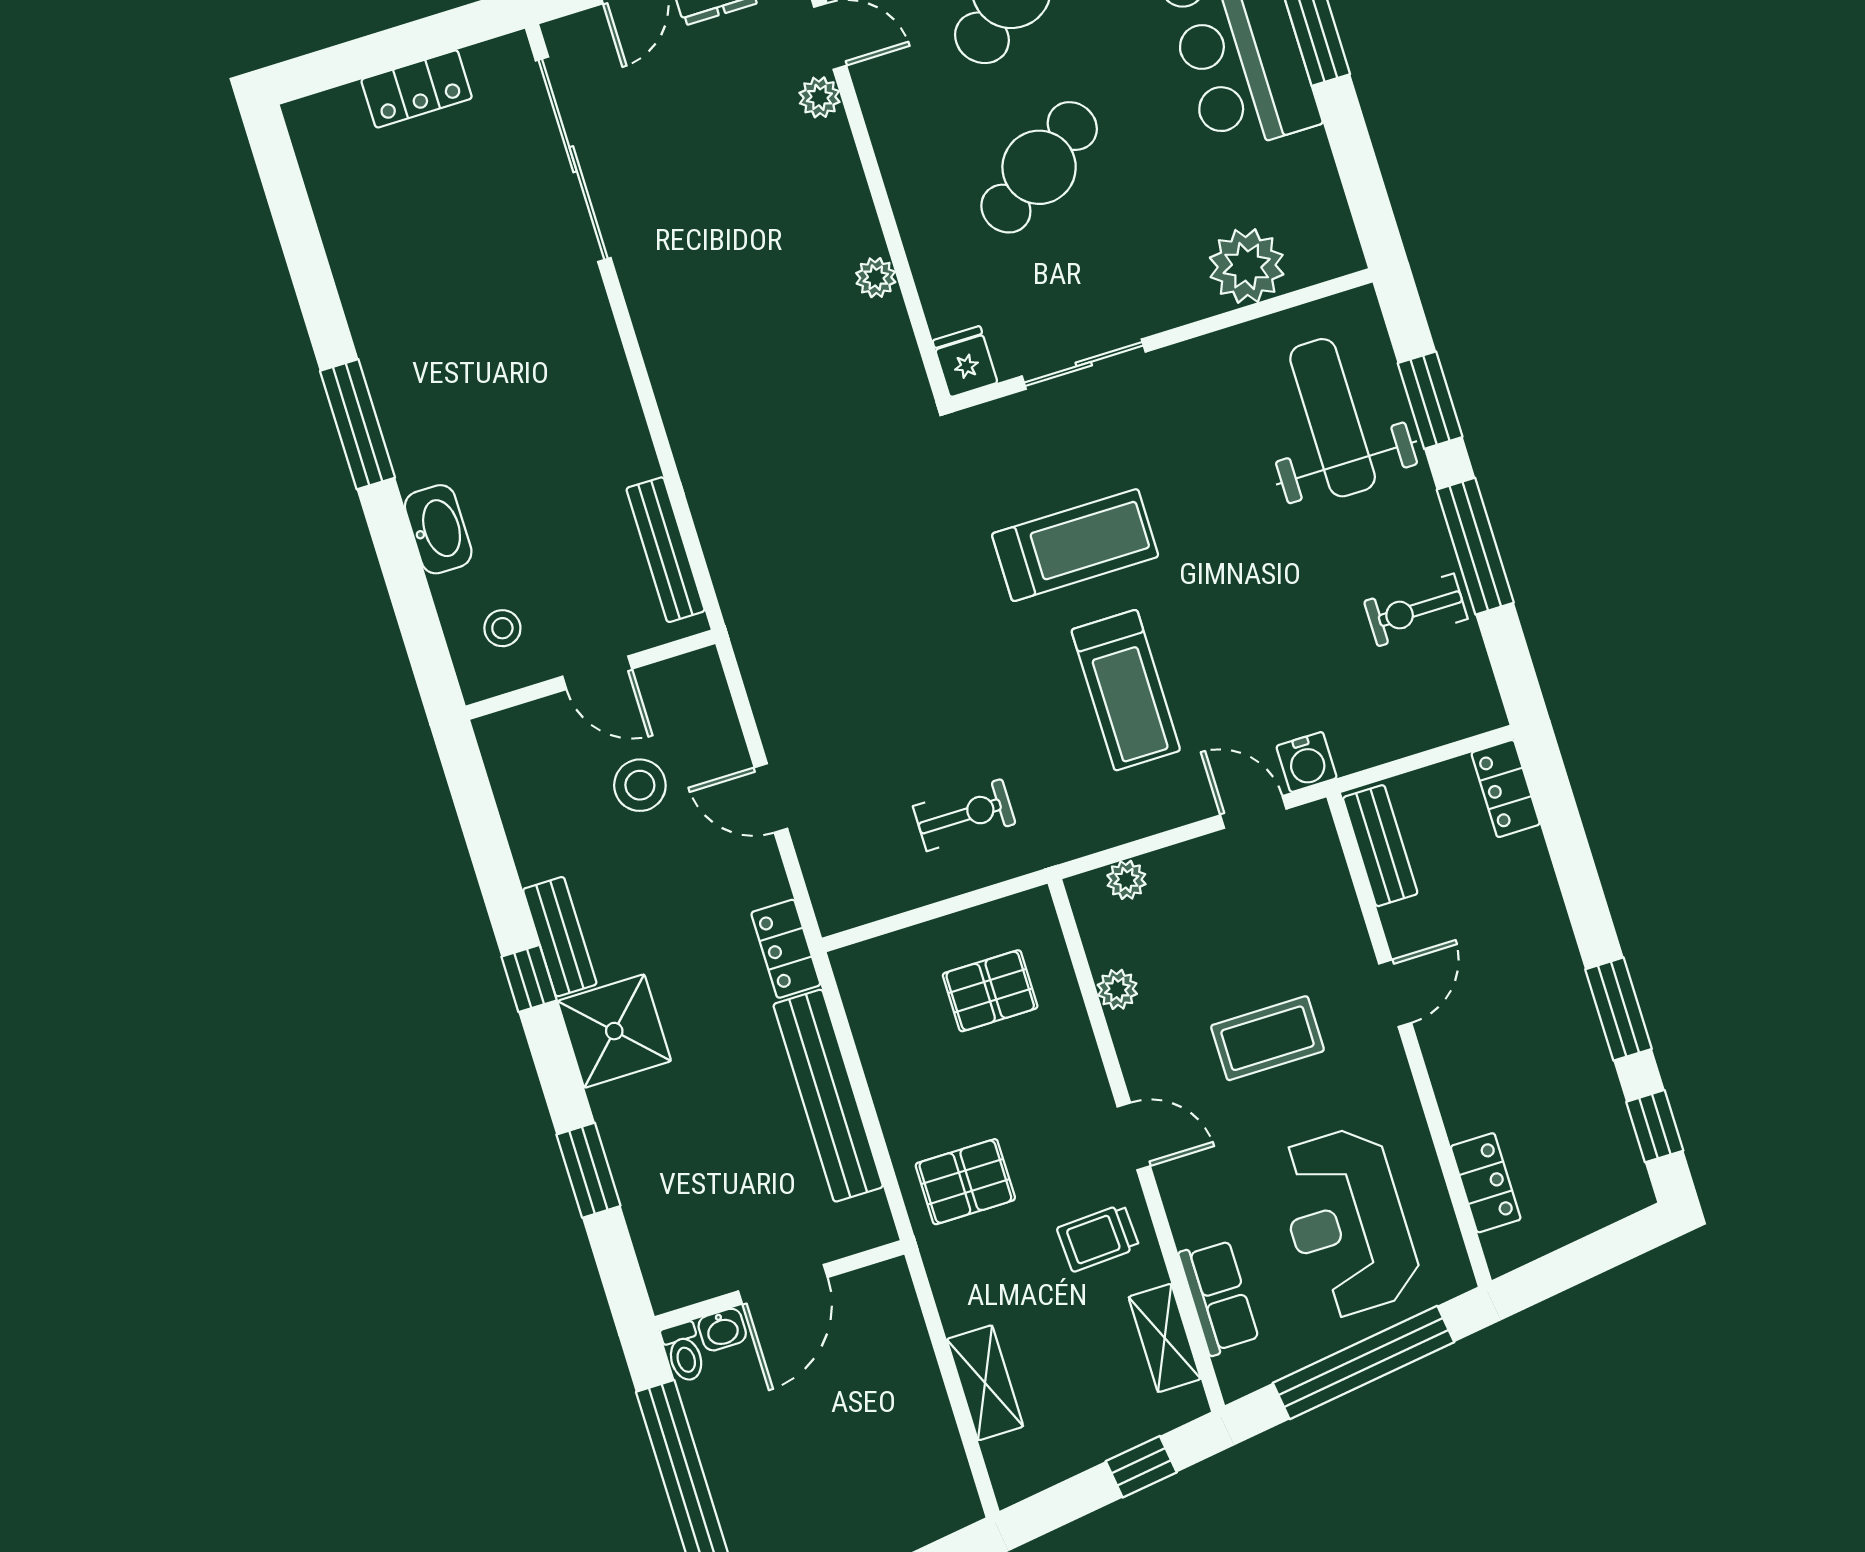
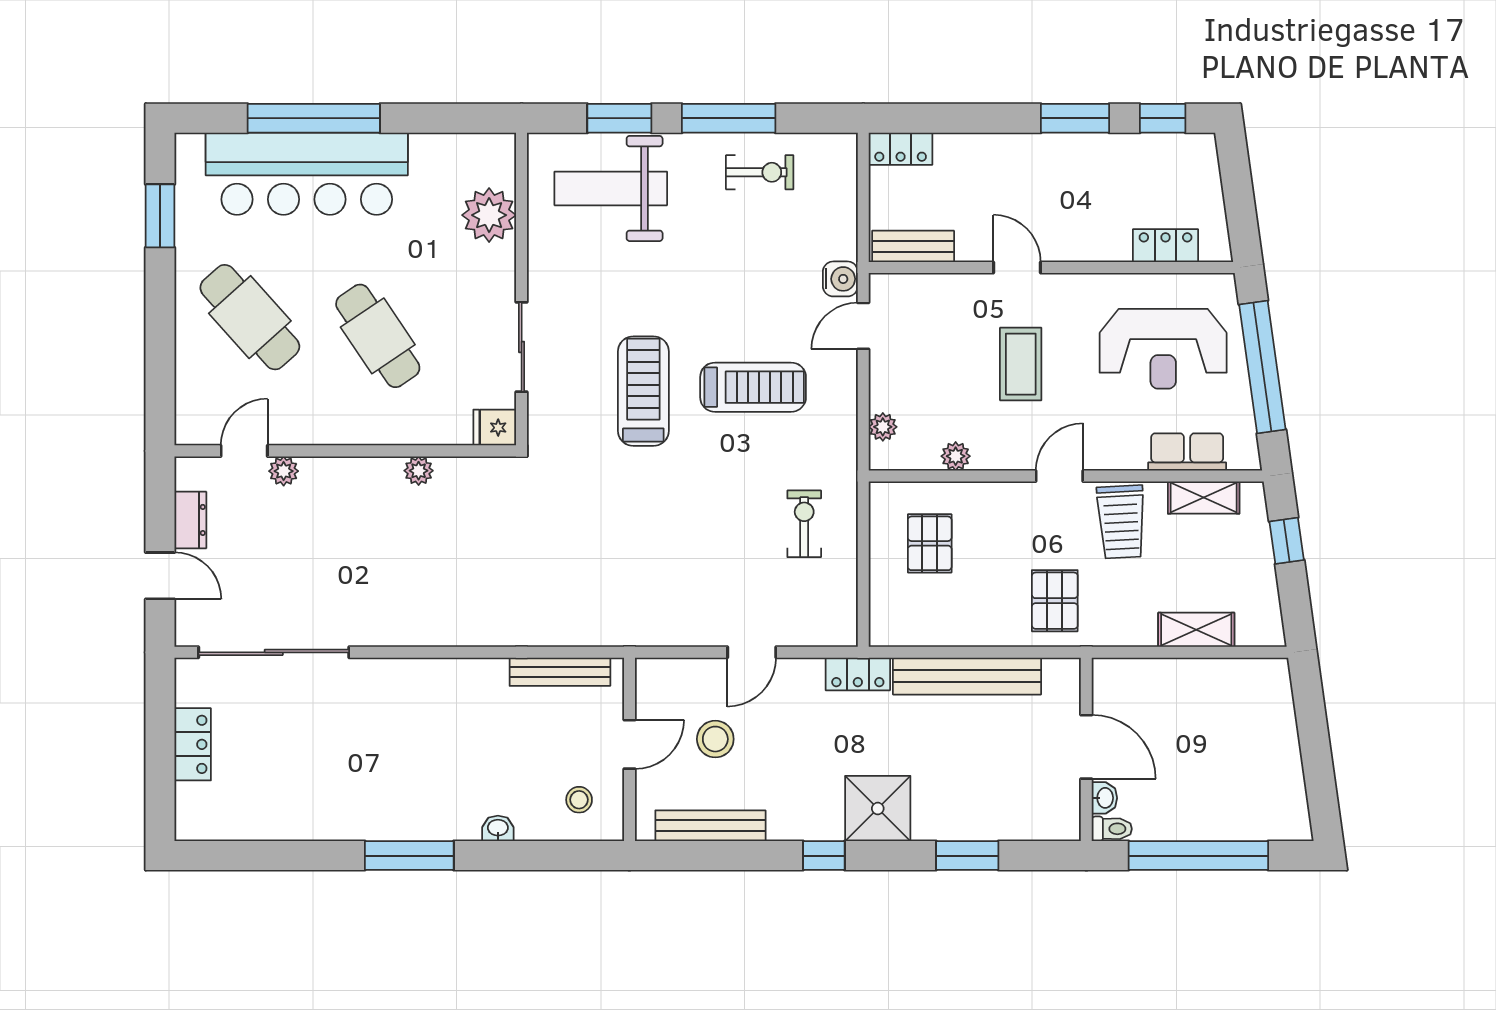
washbasin: (438, 529) -> (498, 828), width x0.52, depth x0.69
exercise bike: (1416, 610) -> (760, 172), turned -90
bench: (560, 937) -> (710, 826), moved, width x1.36
trolley: (1098, 1238) -> (1121, 522), width x1.36, depth x1.39

